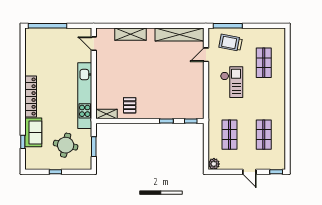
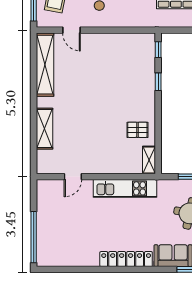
door: (94, 44) -> (73, 177), moved
kitchen unit: (85, 96) -> (125, 188), width x0.73

